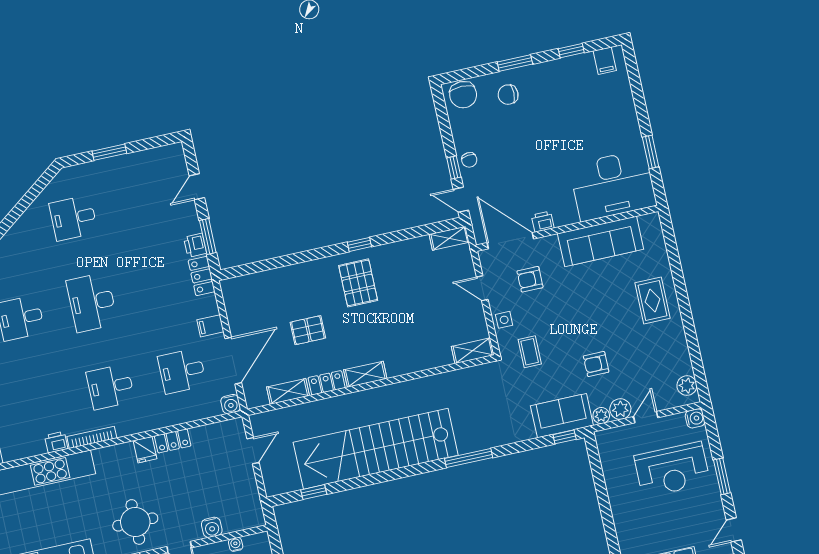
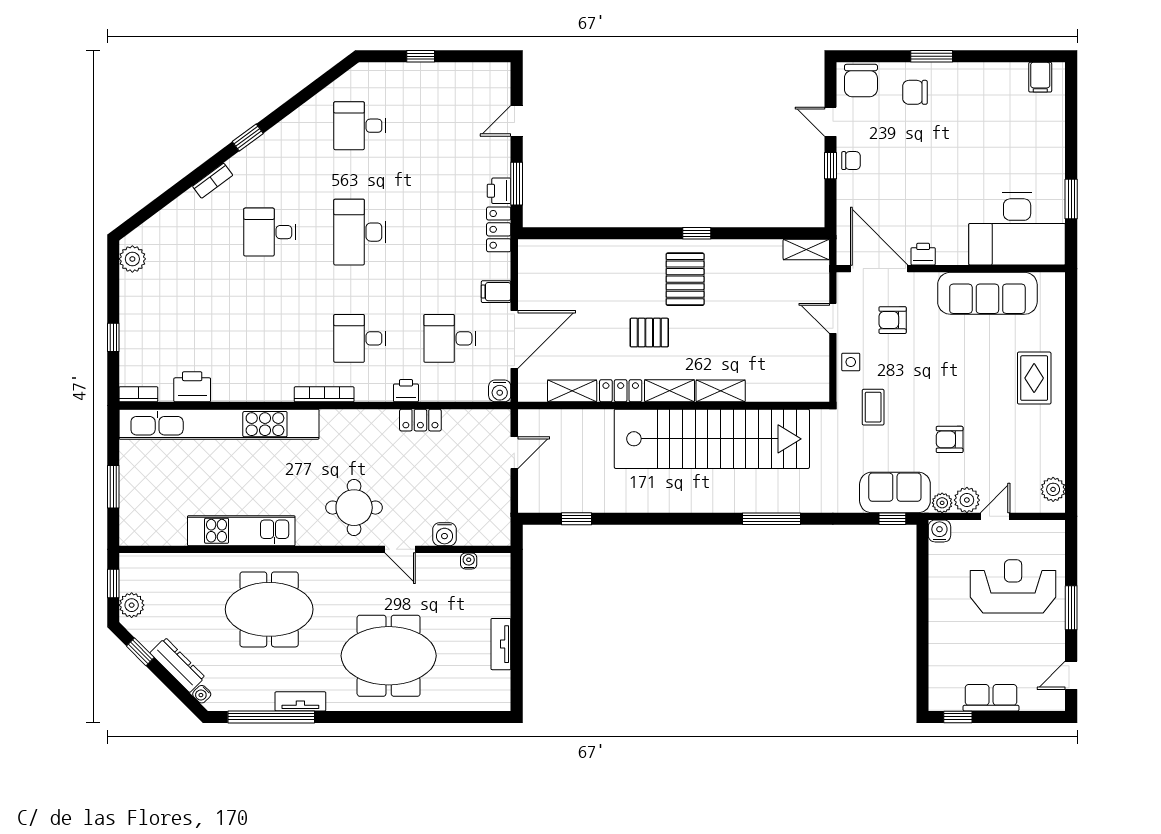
window: (571, 51) -> (1003, 56), removed
window: (109, 152) -> (421, 56), width x0.67
chair: (469, 160) -> (851, 161), turned -85
door: (461, 200) -> (830, 122), moved
pallet: (308, 330) -> (649, 333), moved
shelving: (473, 351) -> (721, 391), moved
water cooler: (695, 418) -> (939, 531), moved, turned -90
printer: (56, 442) -> (406, 391), moved
stairs: (376, 449) -> (712, 439), moved, turned 180
fridge: (145, 450) -> (385, 423), removed
reception desk: (672, 470) -> (1013, 586), turned 180

